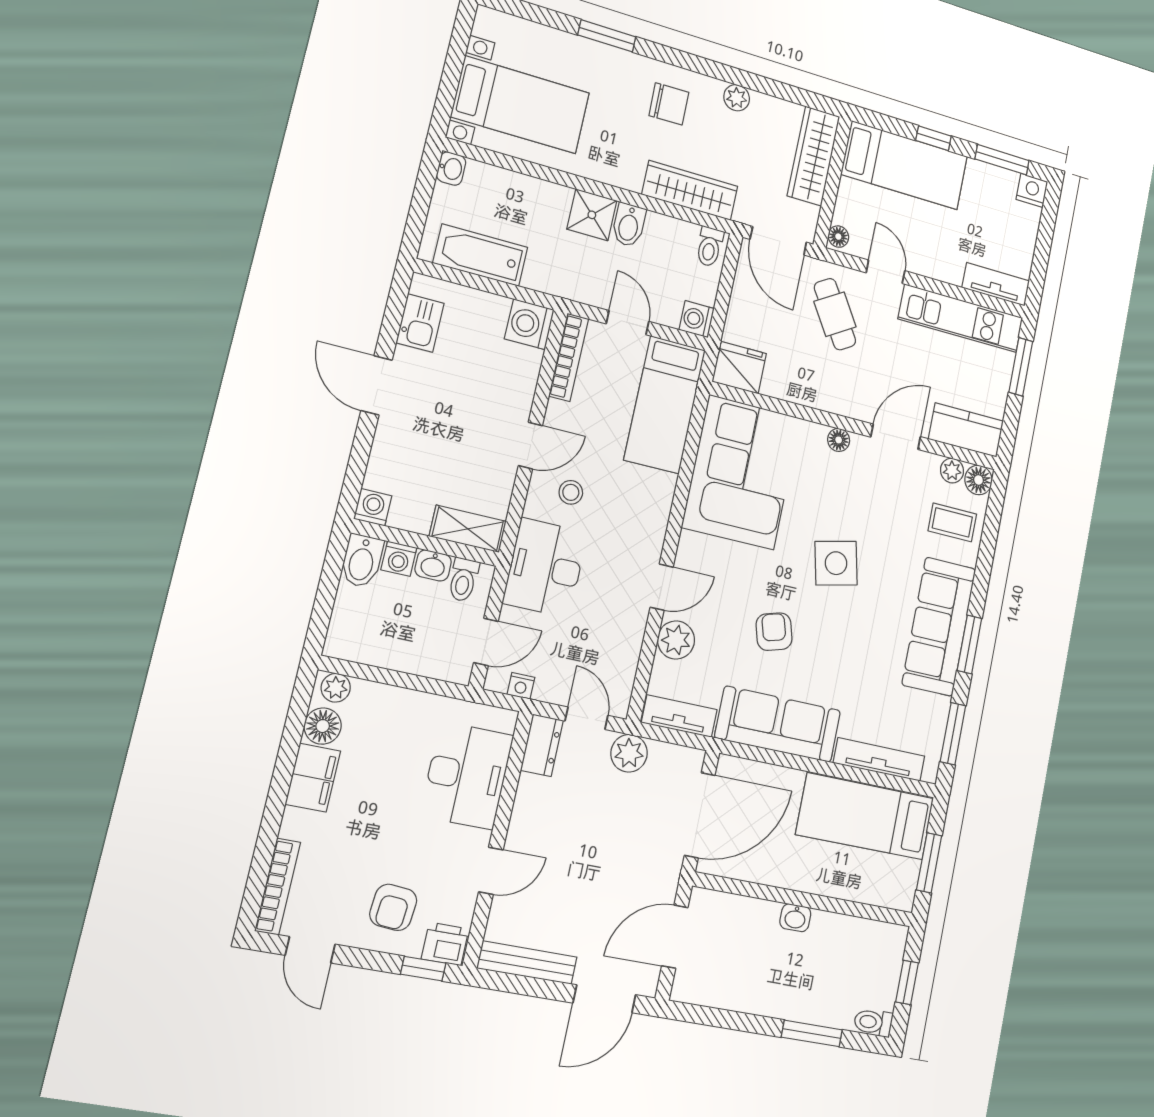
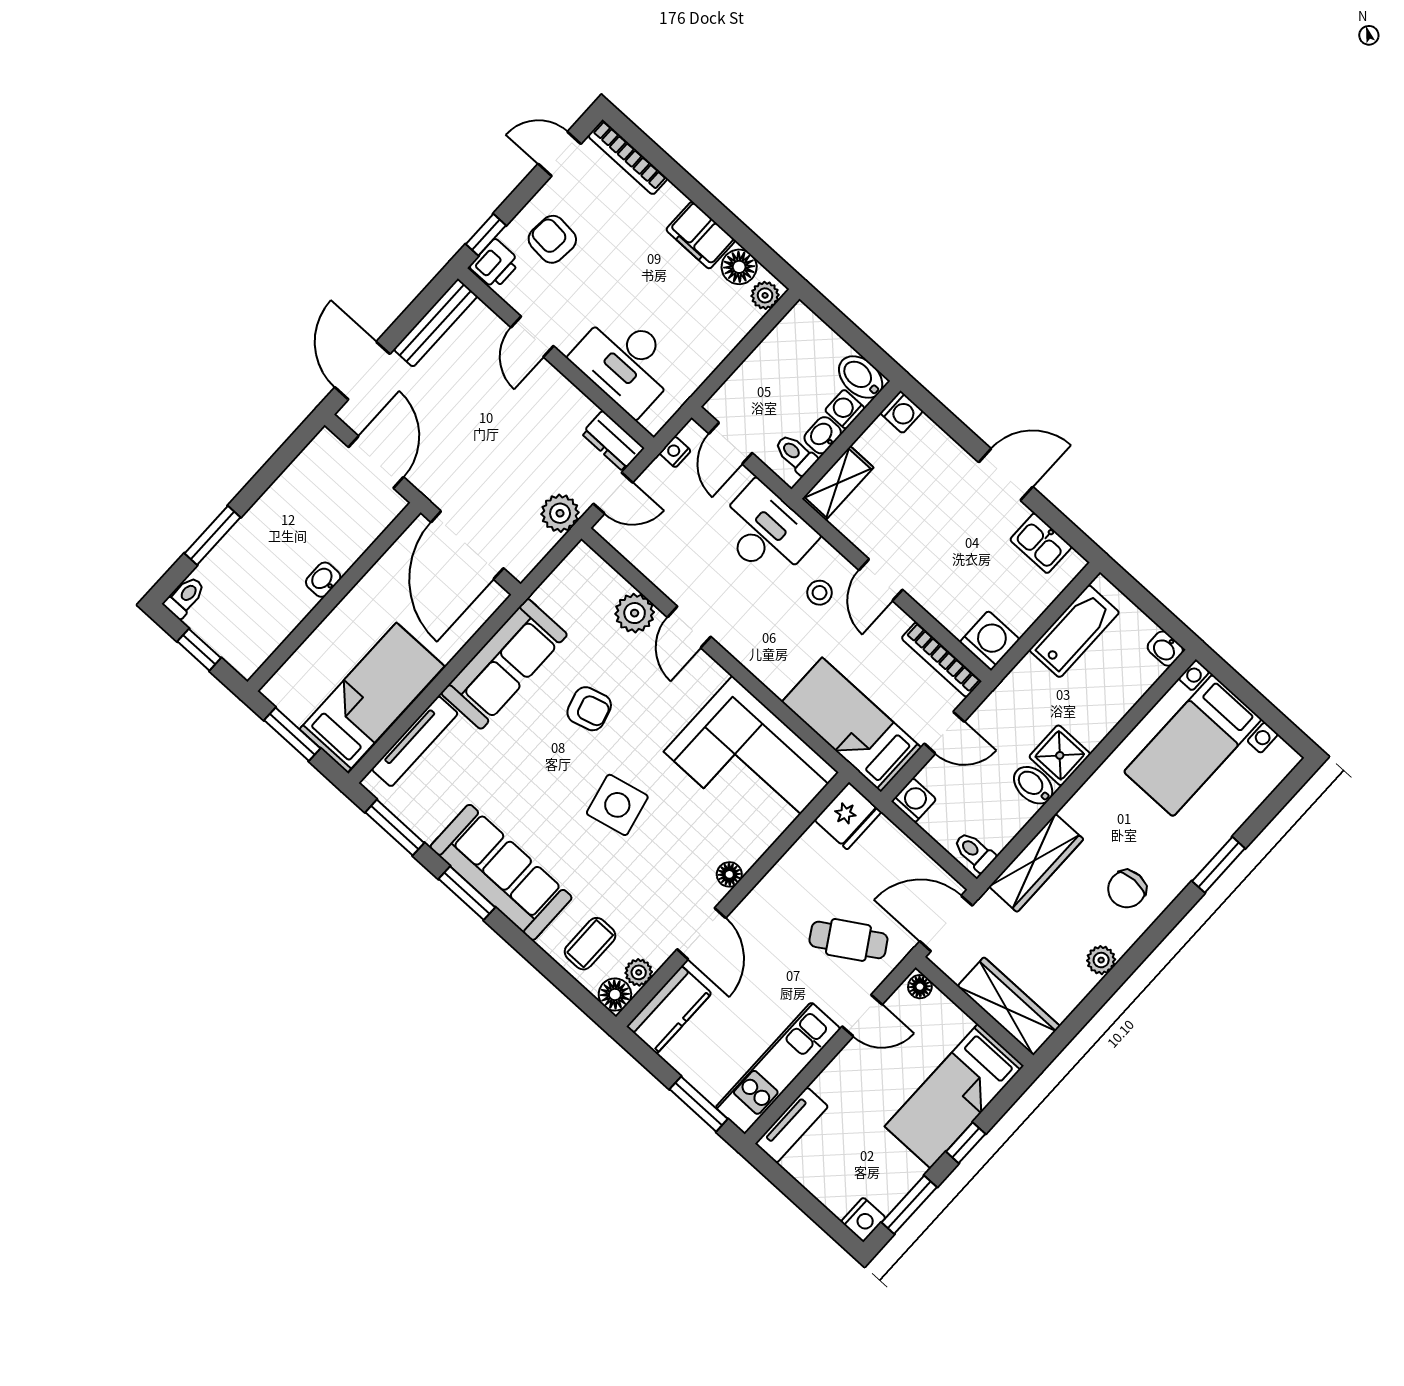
tv unit: (679, 716) -> (565, 577), removed

